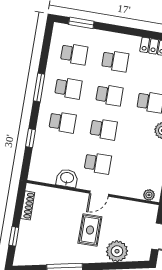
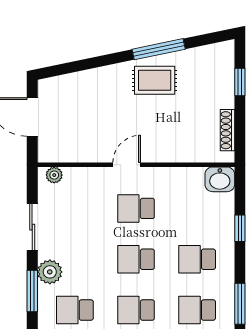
washbasin: (67, 178) -> (220, 179), moved
rug: (90, 230) -> (155, 80), moved, turned 90
plant: (117, 251) -> (87, 86), removed

